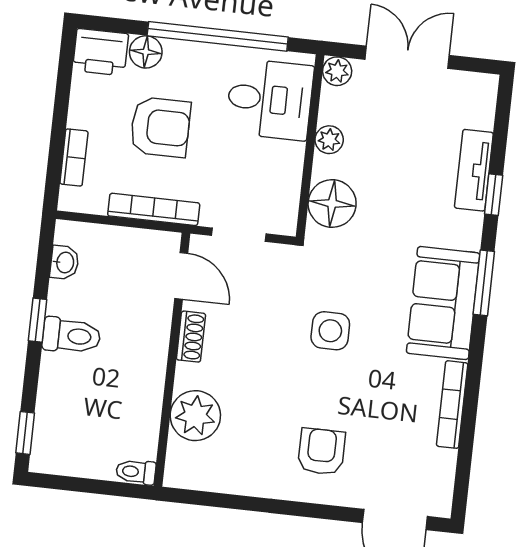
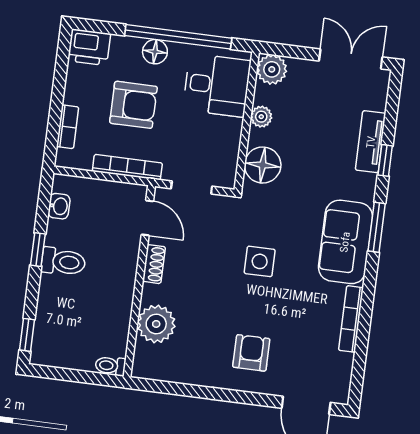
floor lamp: (146, 52) -> (155, 52), moved
double door: (407, 57) -> (351, 59), moved
plant: (337, 71) -> (272, 69), width x1.38, depth x1.38

